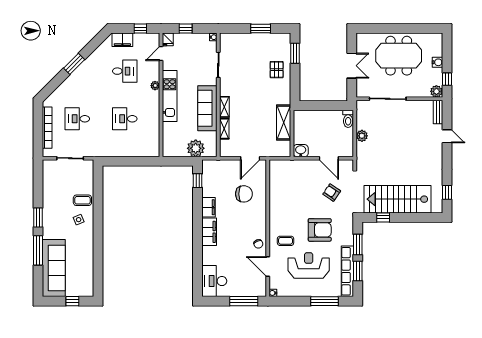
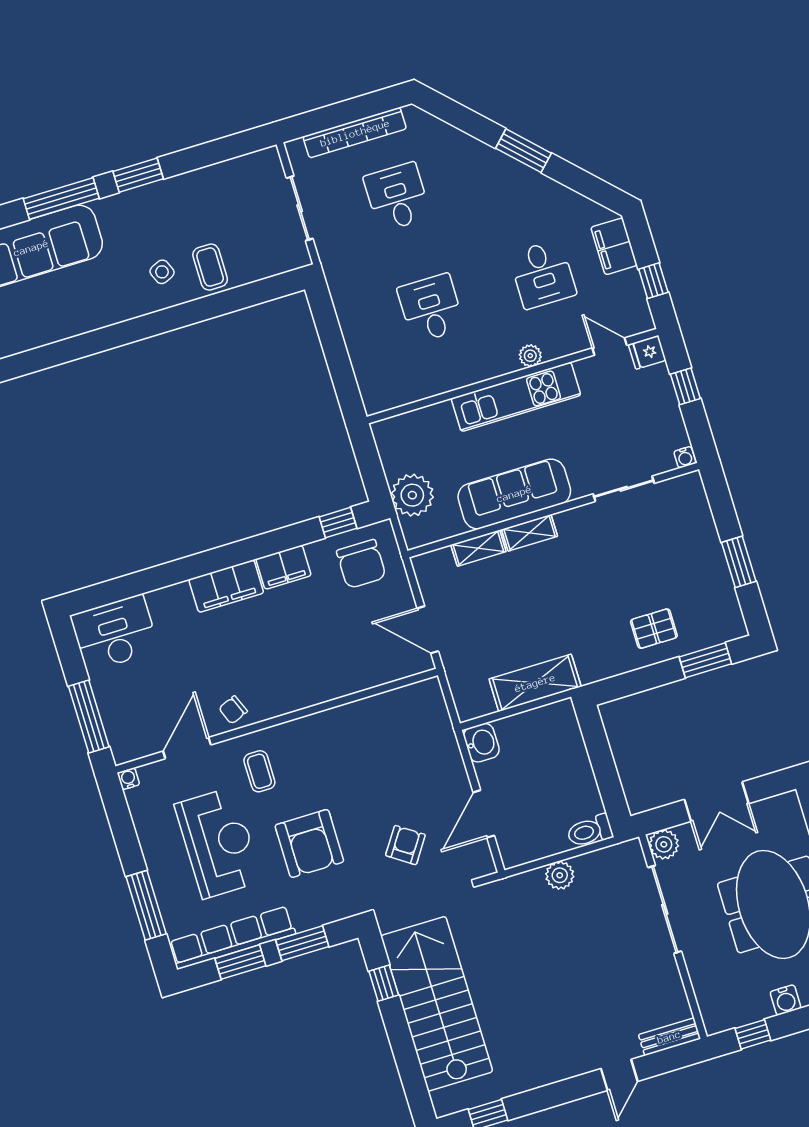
plant: (436, 91) -> (664, 844), moved
chair: (244, 194) -> (361, 564), moved

